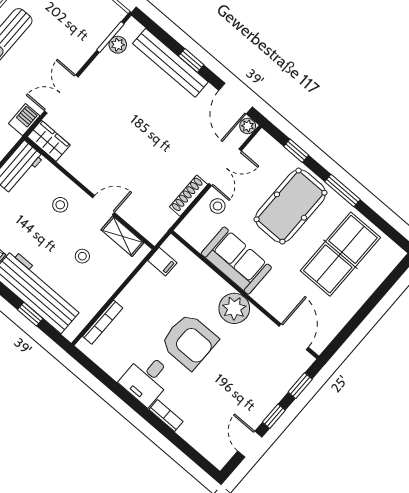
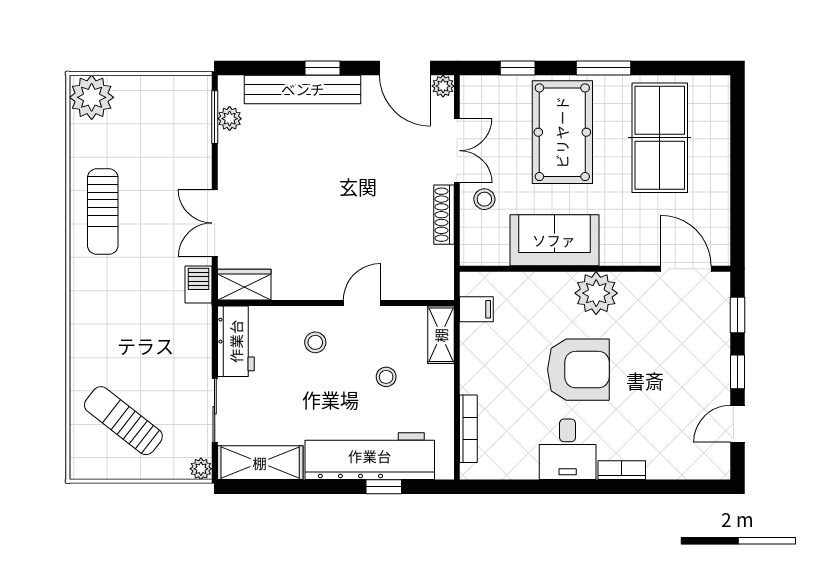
shelving: (122, 236) -> (441, 335), moved, turned 90
door: (250, 444) -> (738, 424), hinge flipped

